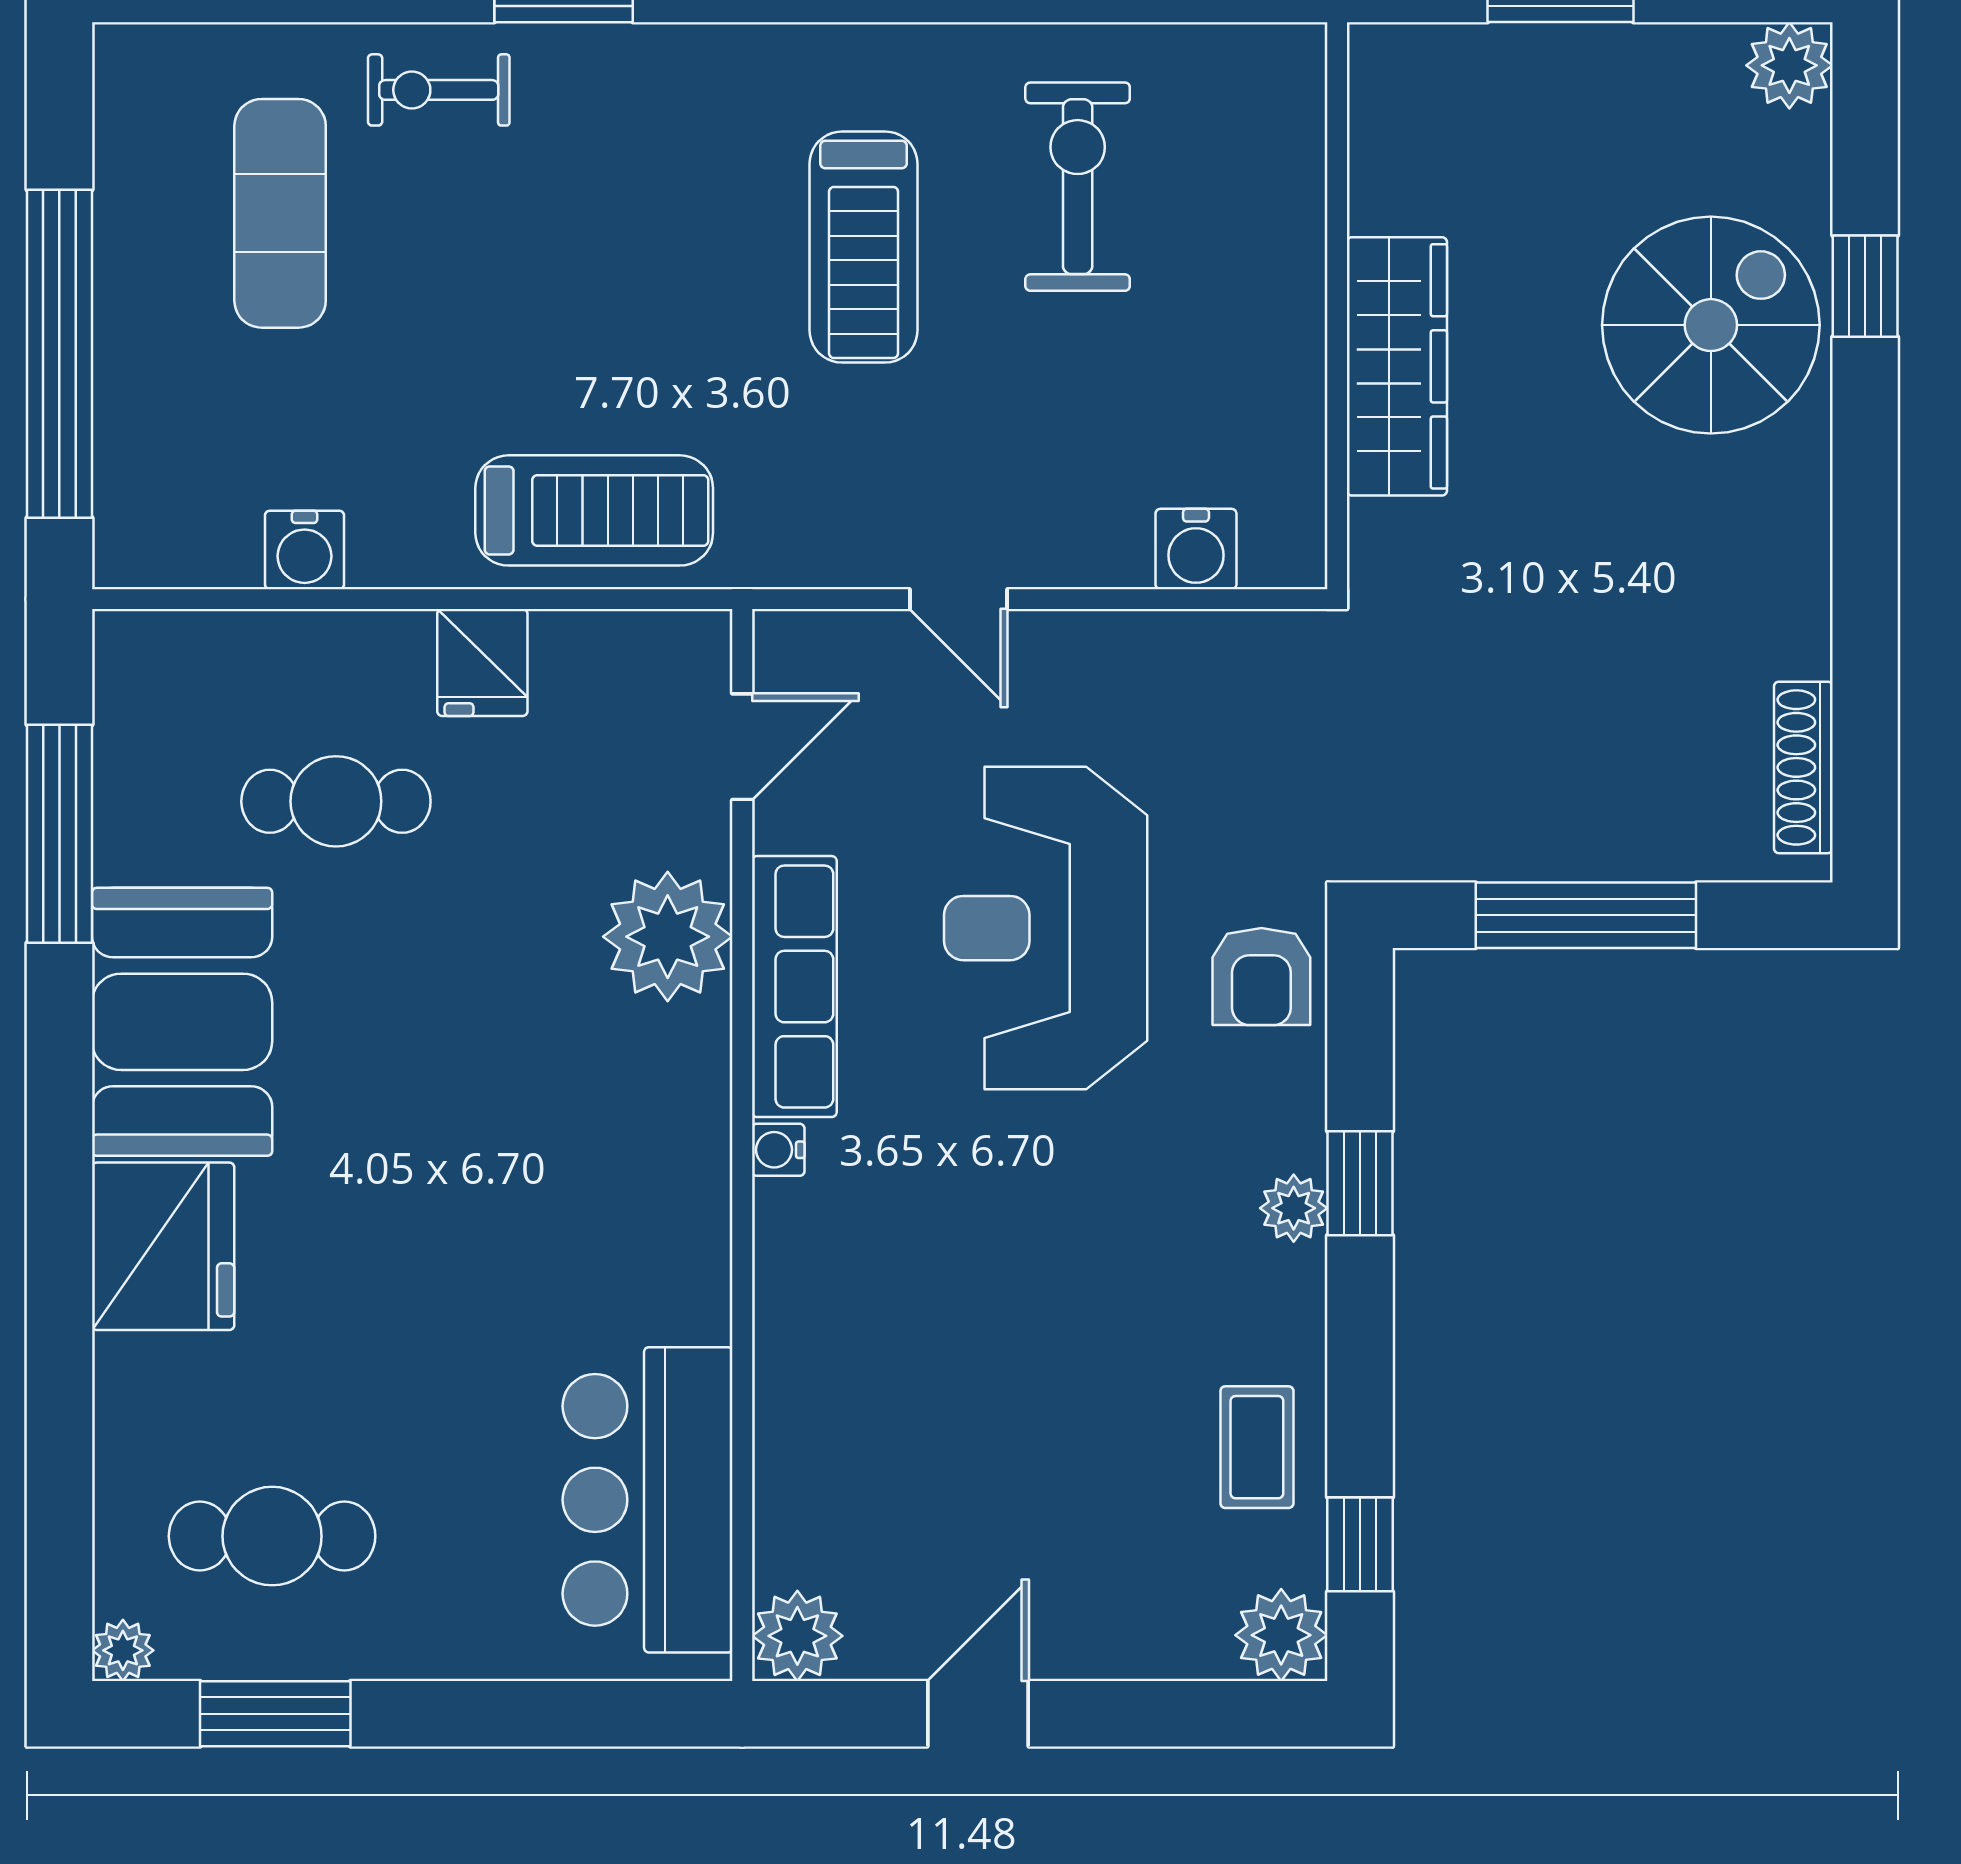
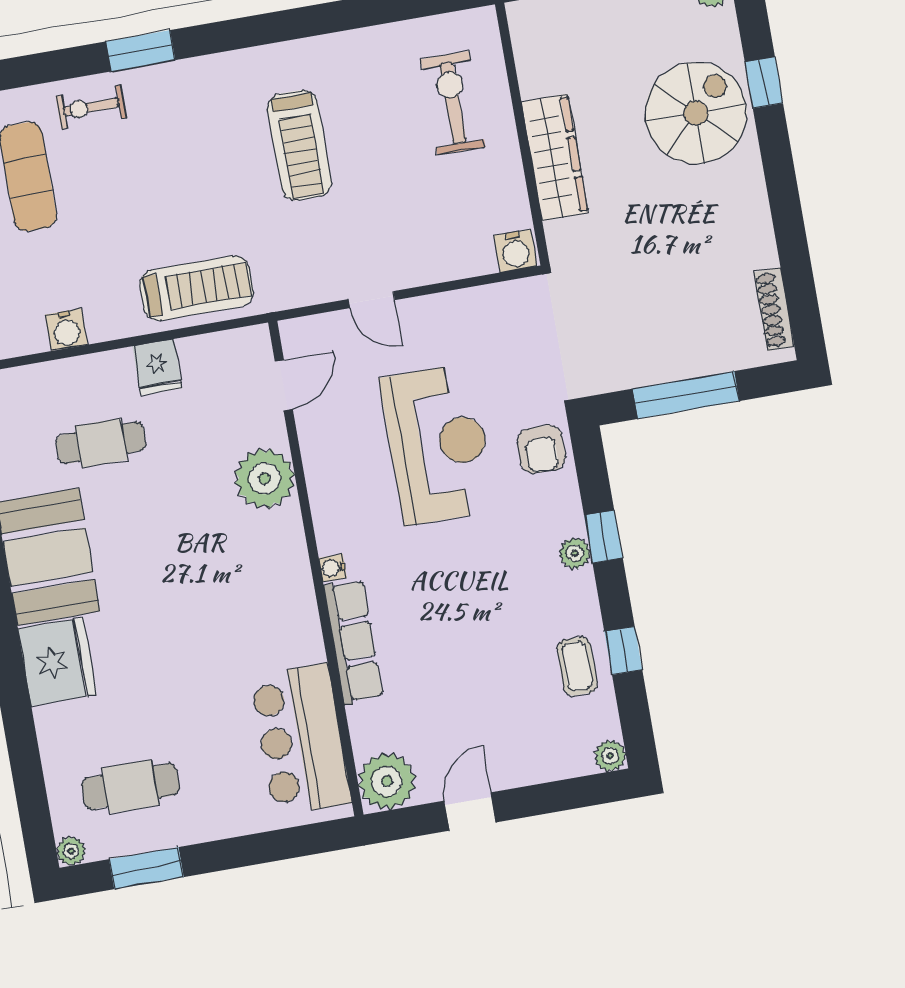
exercise bike: (1078, 187) -> (453, 103), moved
water cooler: (1196, 549) -> (515, 251), moved
reception desk: (1046, 928) -> (438, 444), turned 180
row of seats: (794, 987) -> (353, 642), moved
window: (1360, 1544) -> (623, 651), moved
plant: (1281, 1635) -> (610, 756), width x0.73, depth x0.73
plant: (797, 1636) -> (387, 781), width x1.36, depth x1.36

